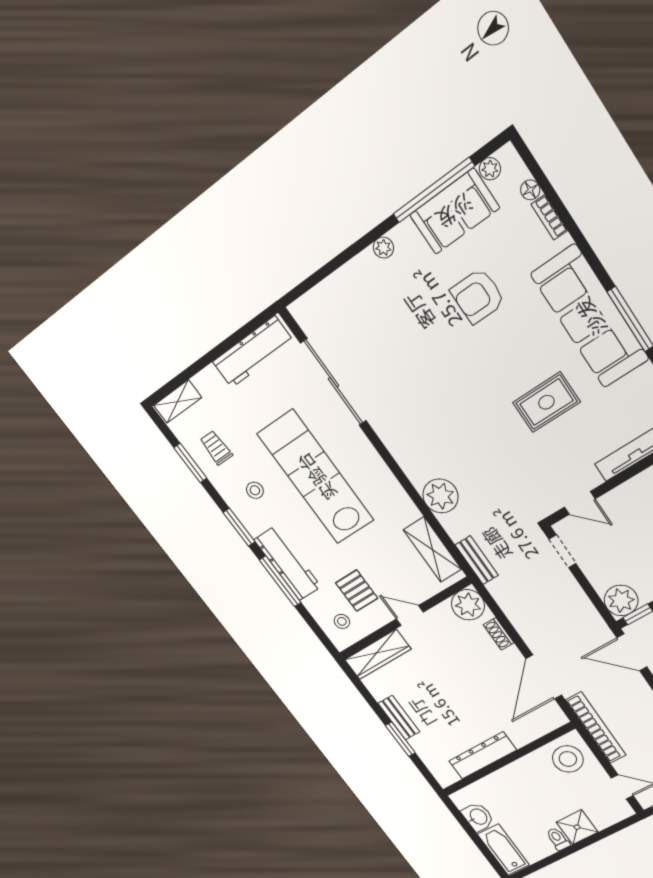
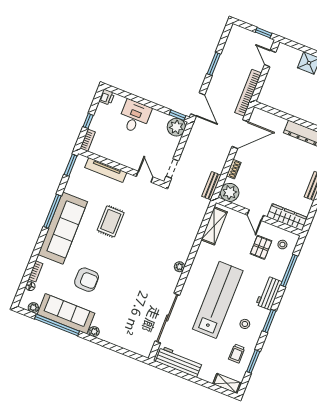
sofa: (455, 212) -> (66, 314), width x1.36
rug: (546, 402) -> (111, 221), turned 90
lab bench: (316, 477) -> (218, 300), turned 180
plant: (440, 496) -> (179, 267), moved, width x0.53, depth x0.53
bench: (477, 560) -> (211, 186), moved
workbench: (288, 563) -> (269, 293), width x0.73
window: (280, 581) -> (289, 271), moved
stool: (568, 759) -> (275, 93), removed

